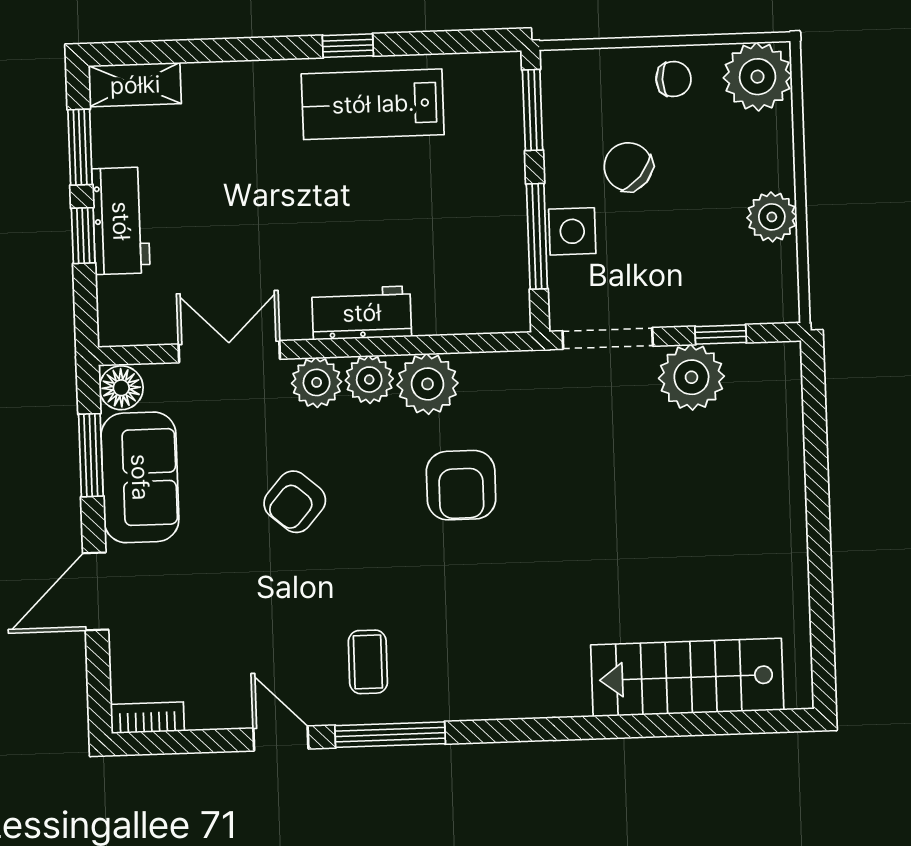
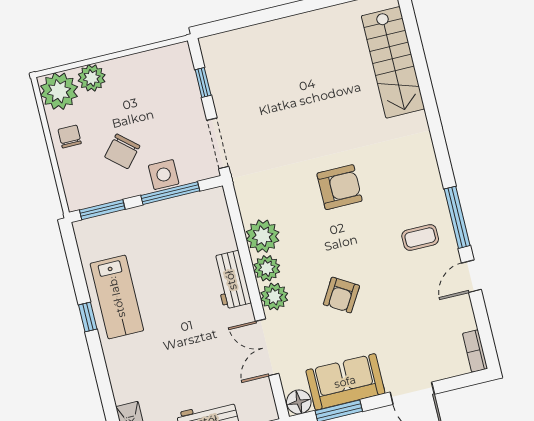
plant: (772, 217) -> (92, 78), moved
plant: (691, 377) -> (230, 94), removed
armchair: (461, 485) -> (339, 187), moved
armchair: (295, 502) -> (341, 295), turned 80

